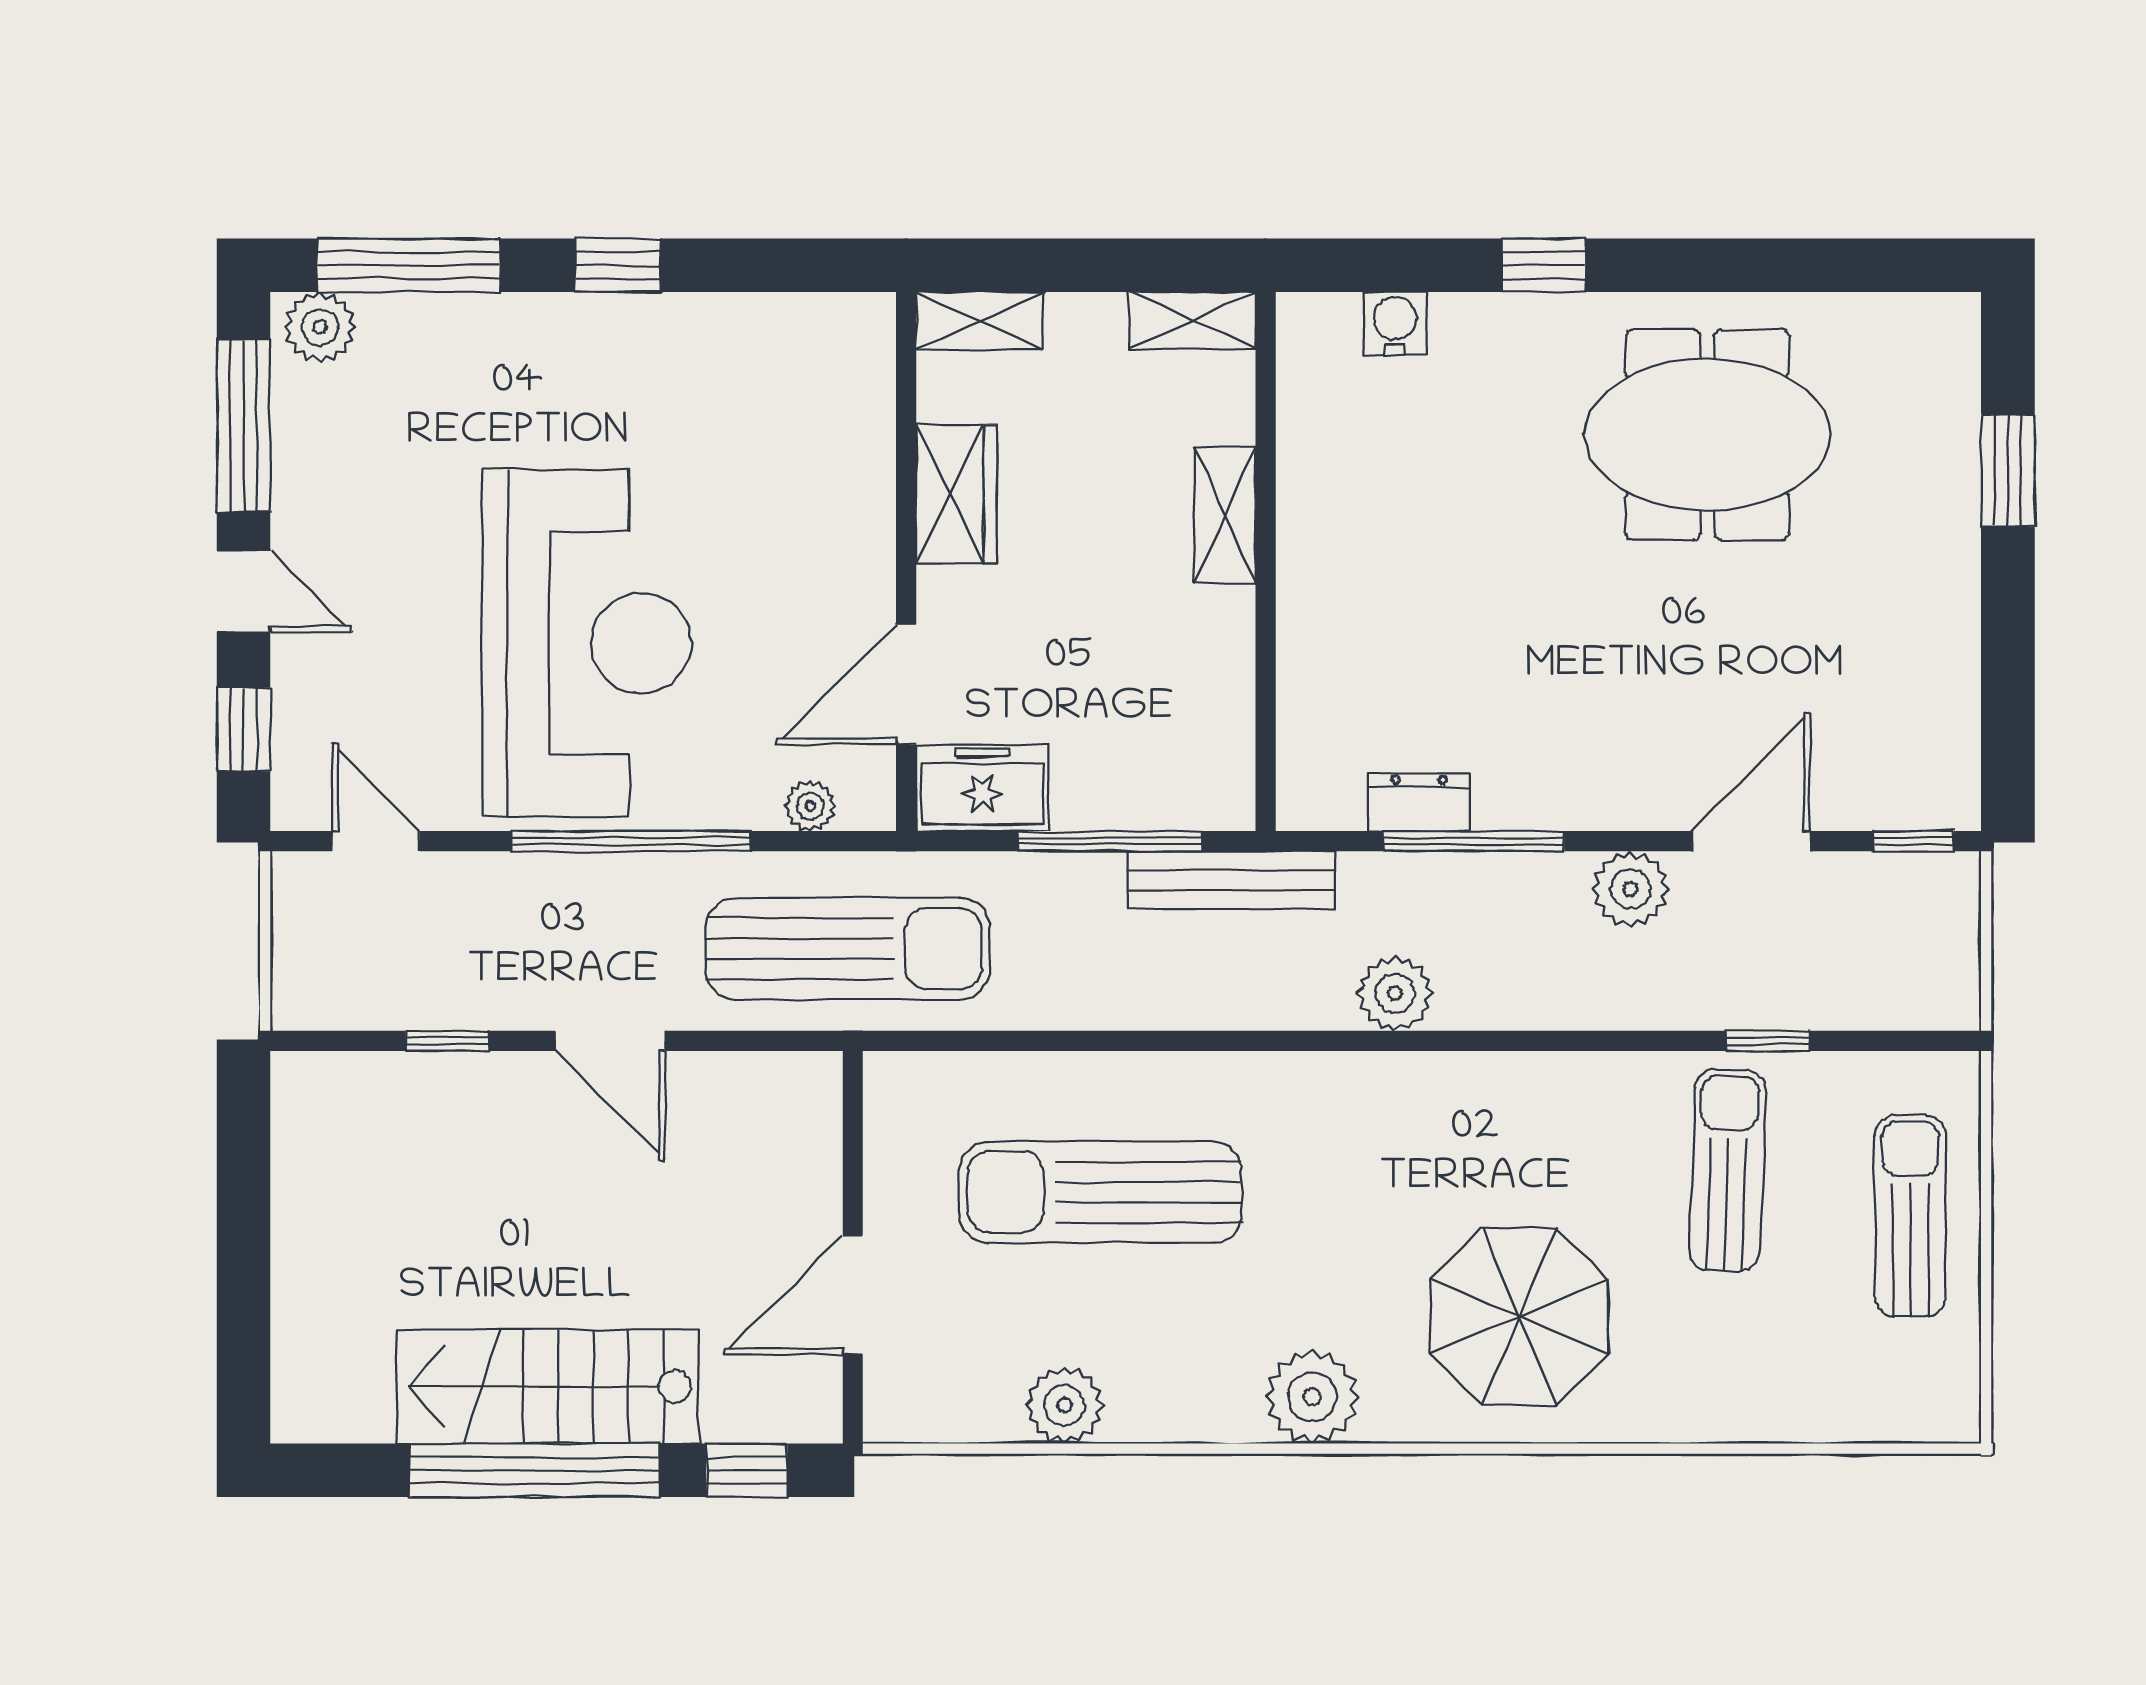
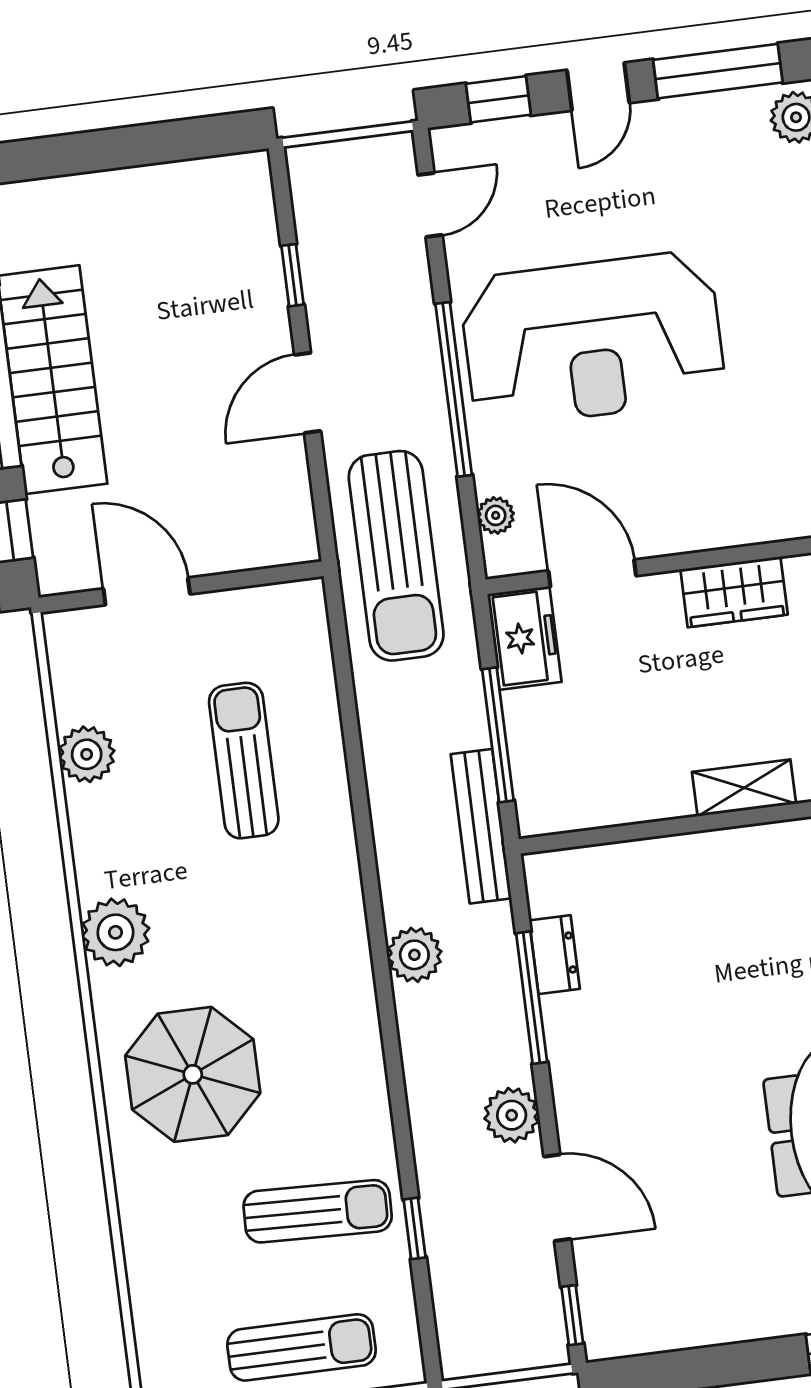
sun lounger: (1100, 1192) -> (244, 761), width x0.73, depth x0.75

